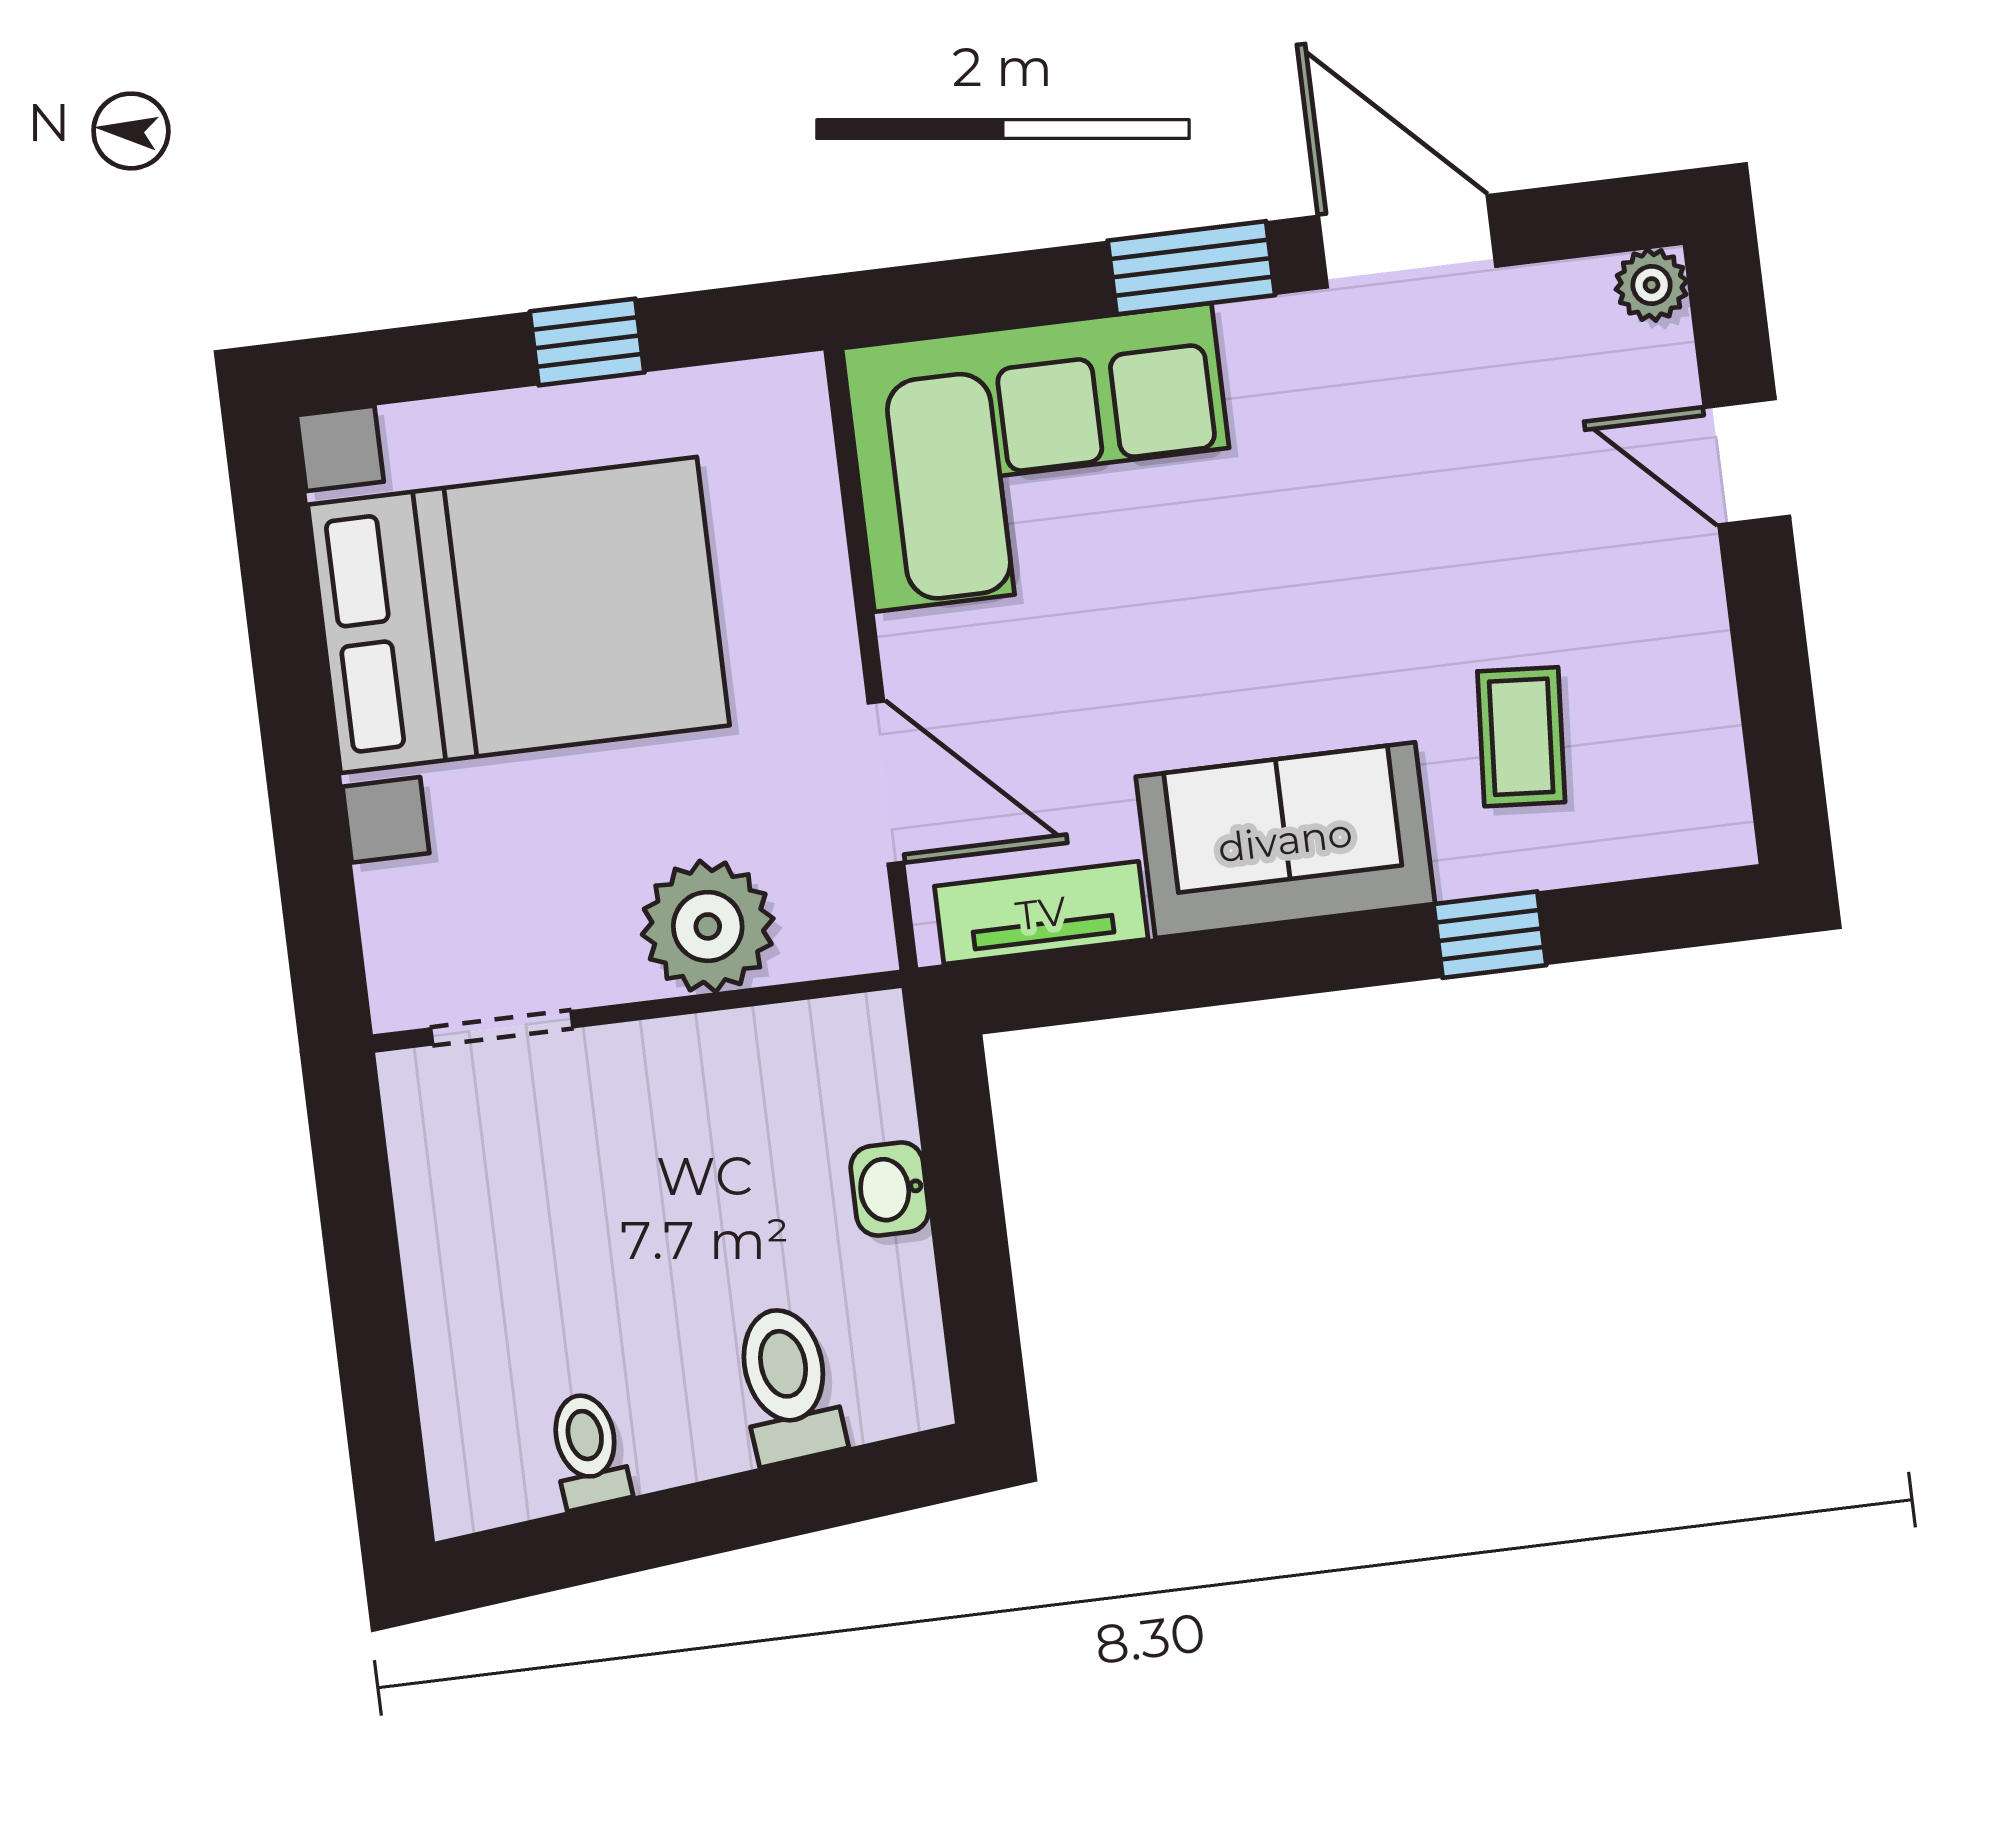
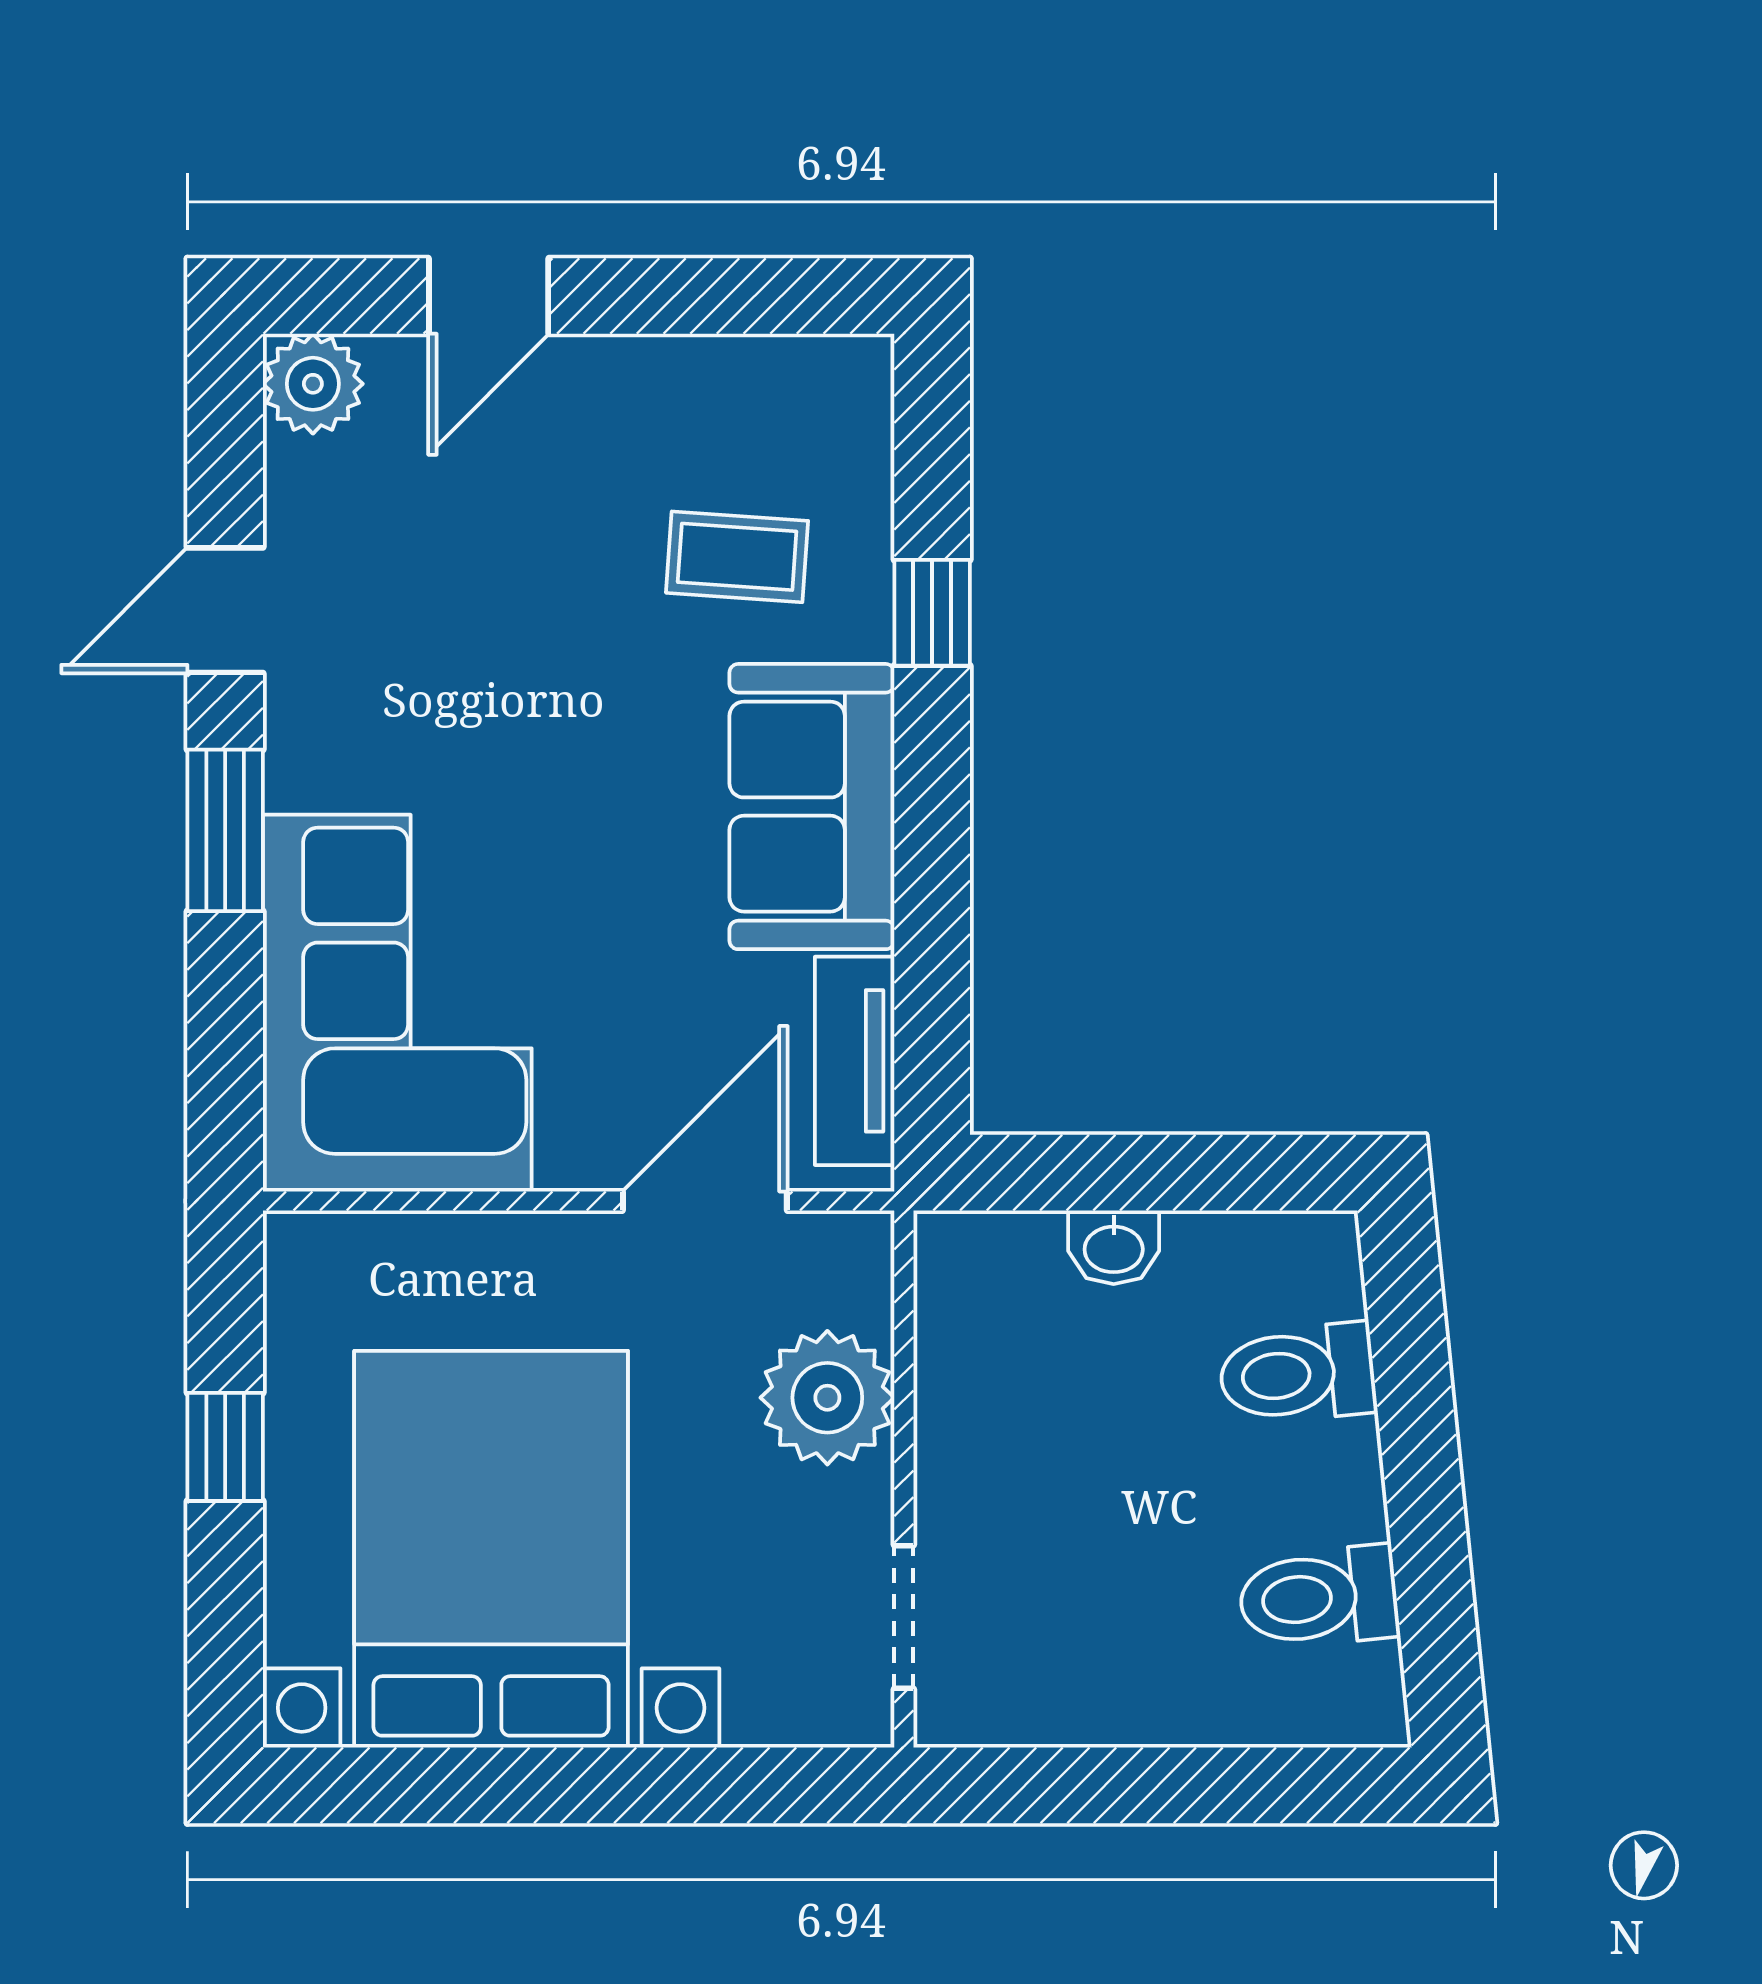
door: (1407, 241) -> (225, 610), width x0.73
plant: (1652, 285) -> (313, 384), width x1.38, depth x1.38
toilet: (588, 1450) -> (1319, 1597), width x1.37, depth x1.39

